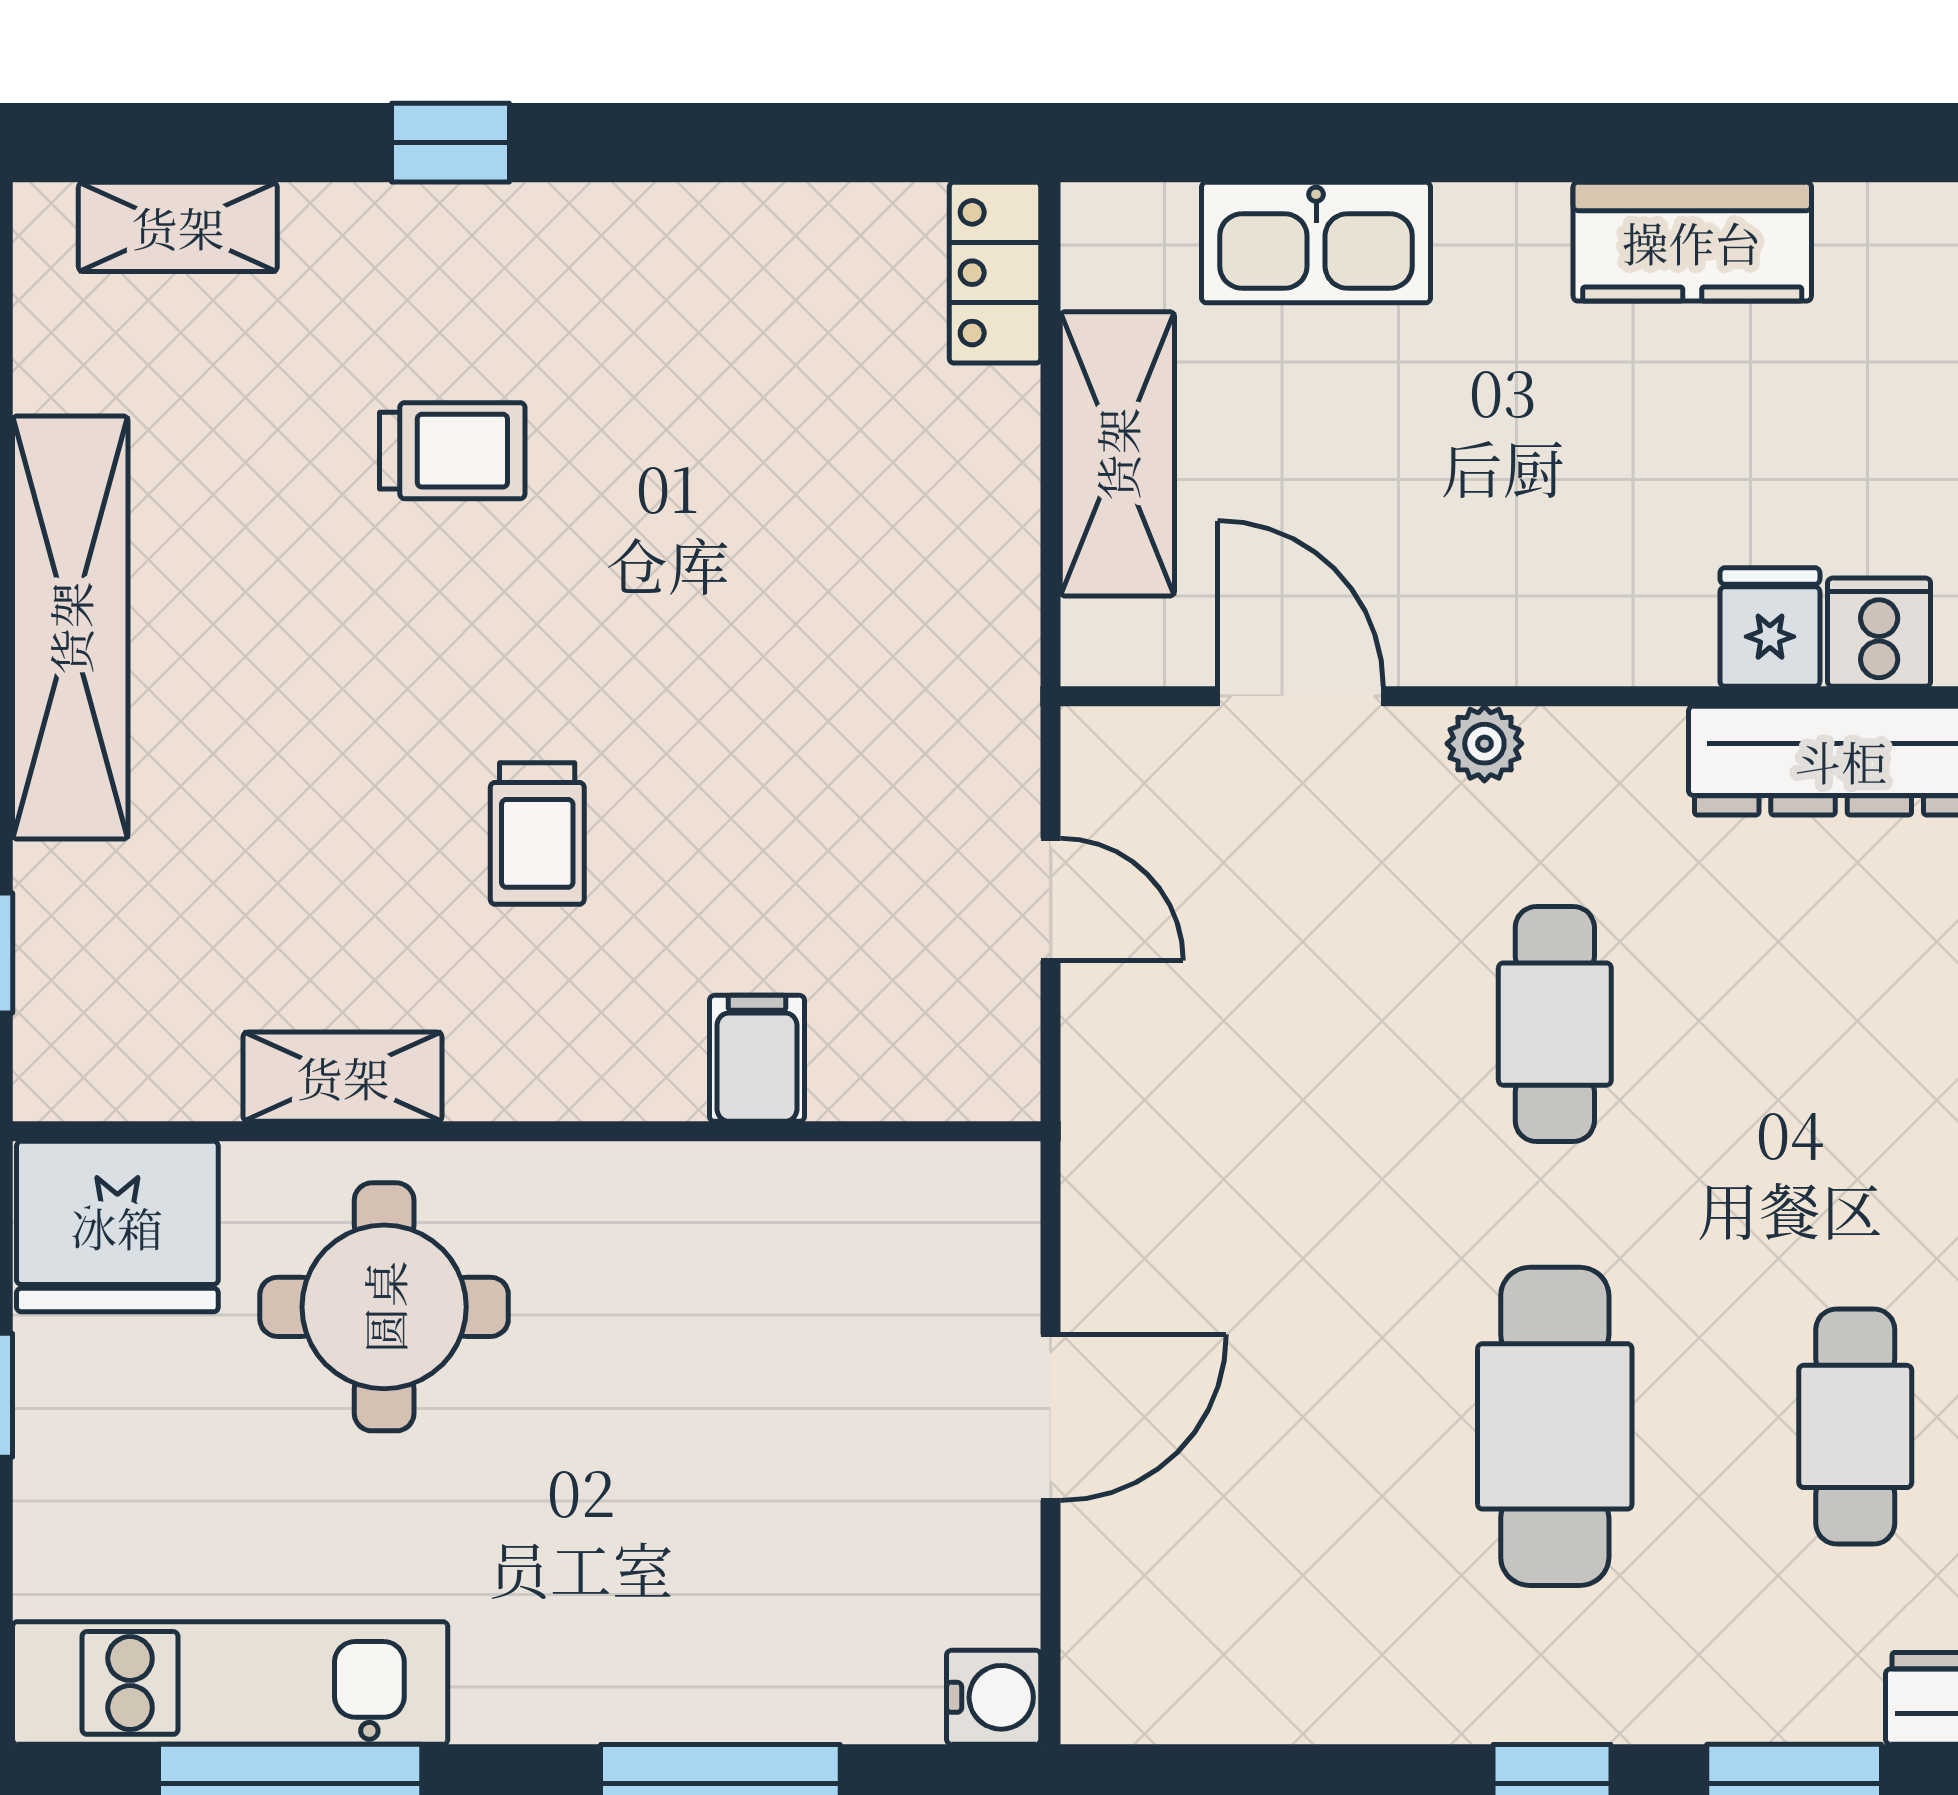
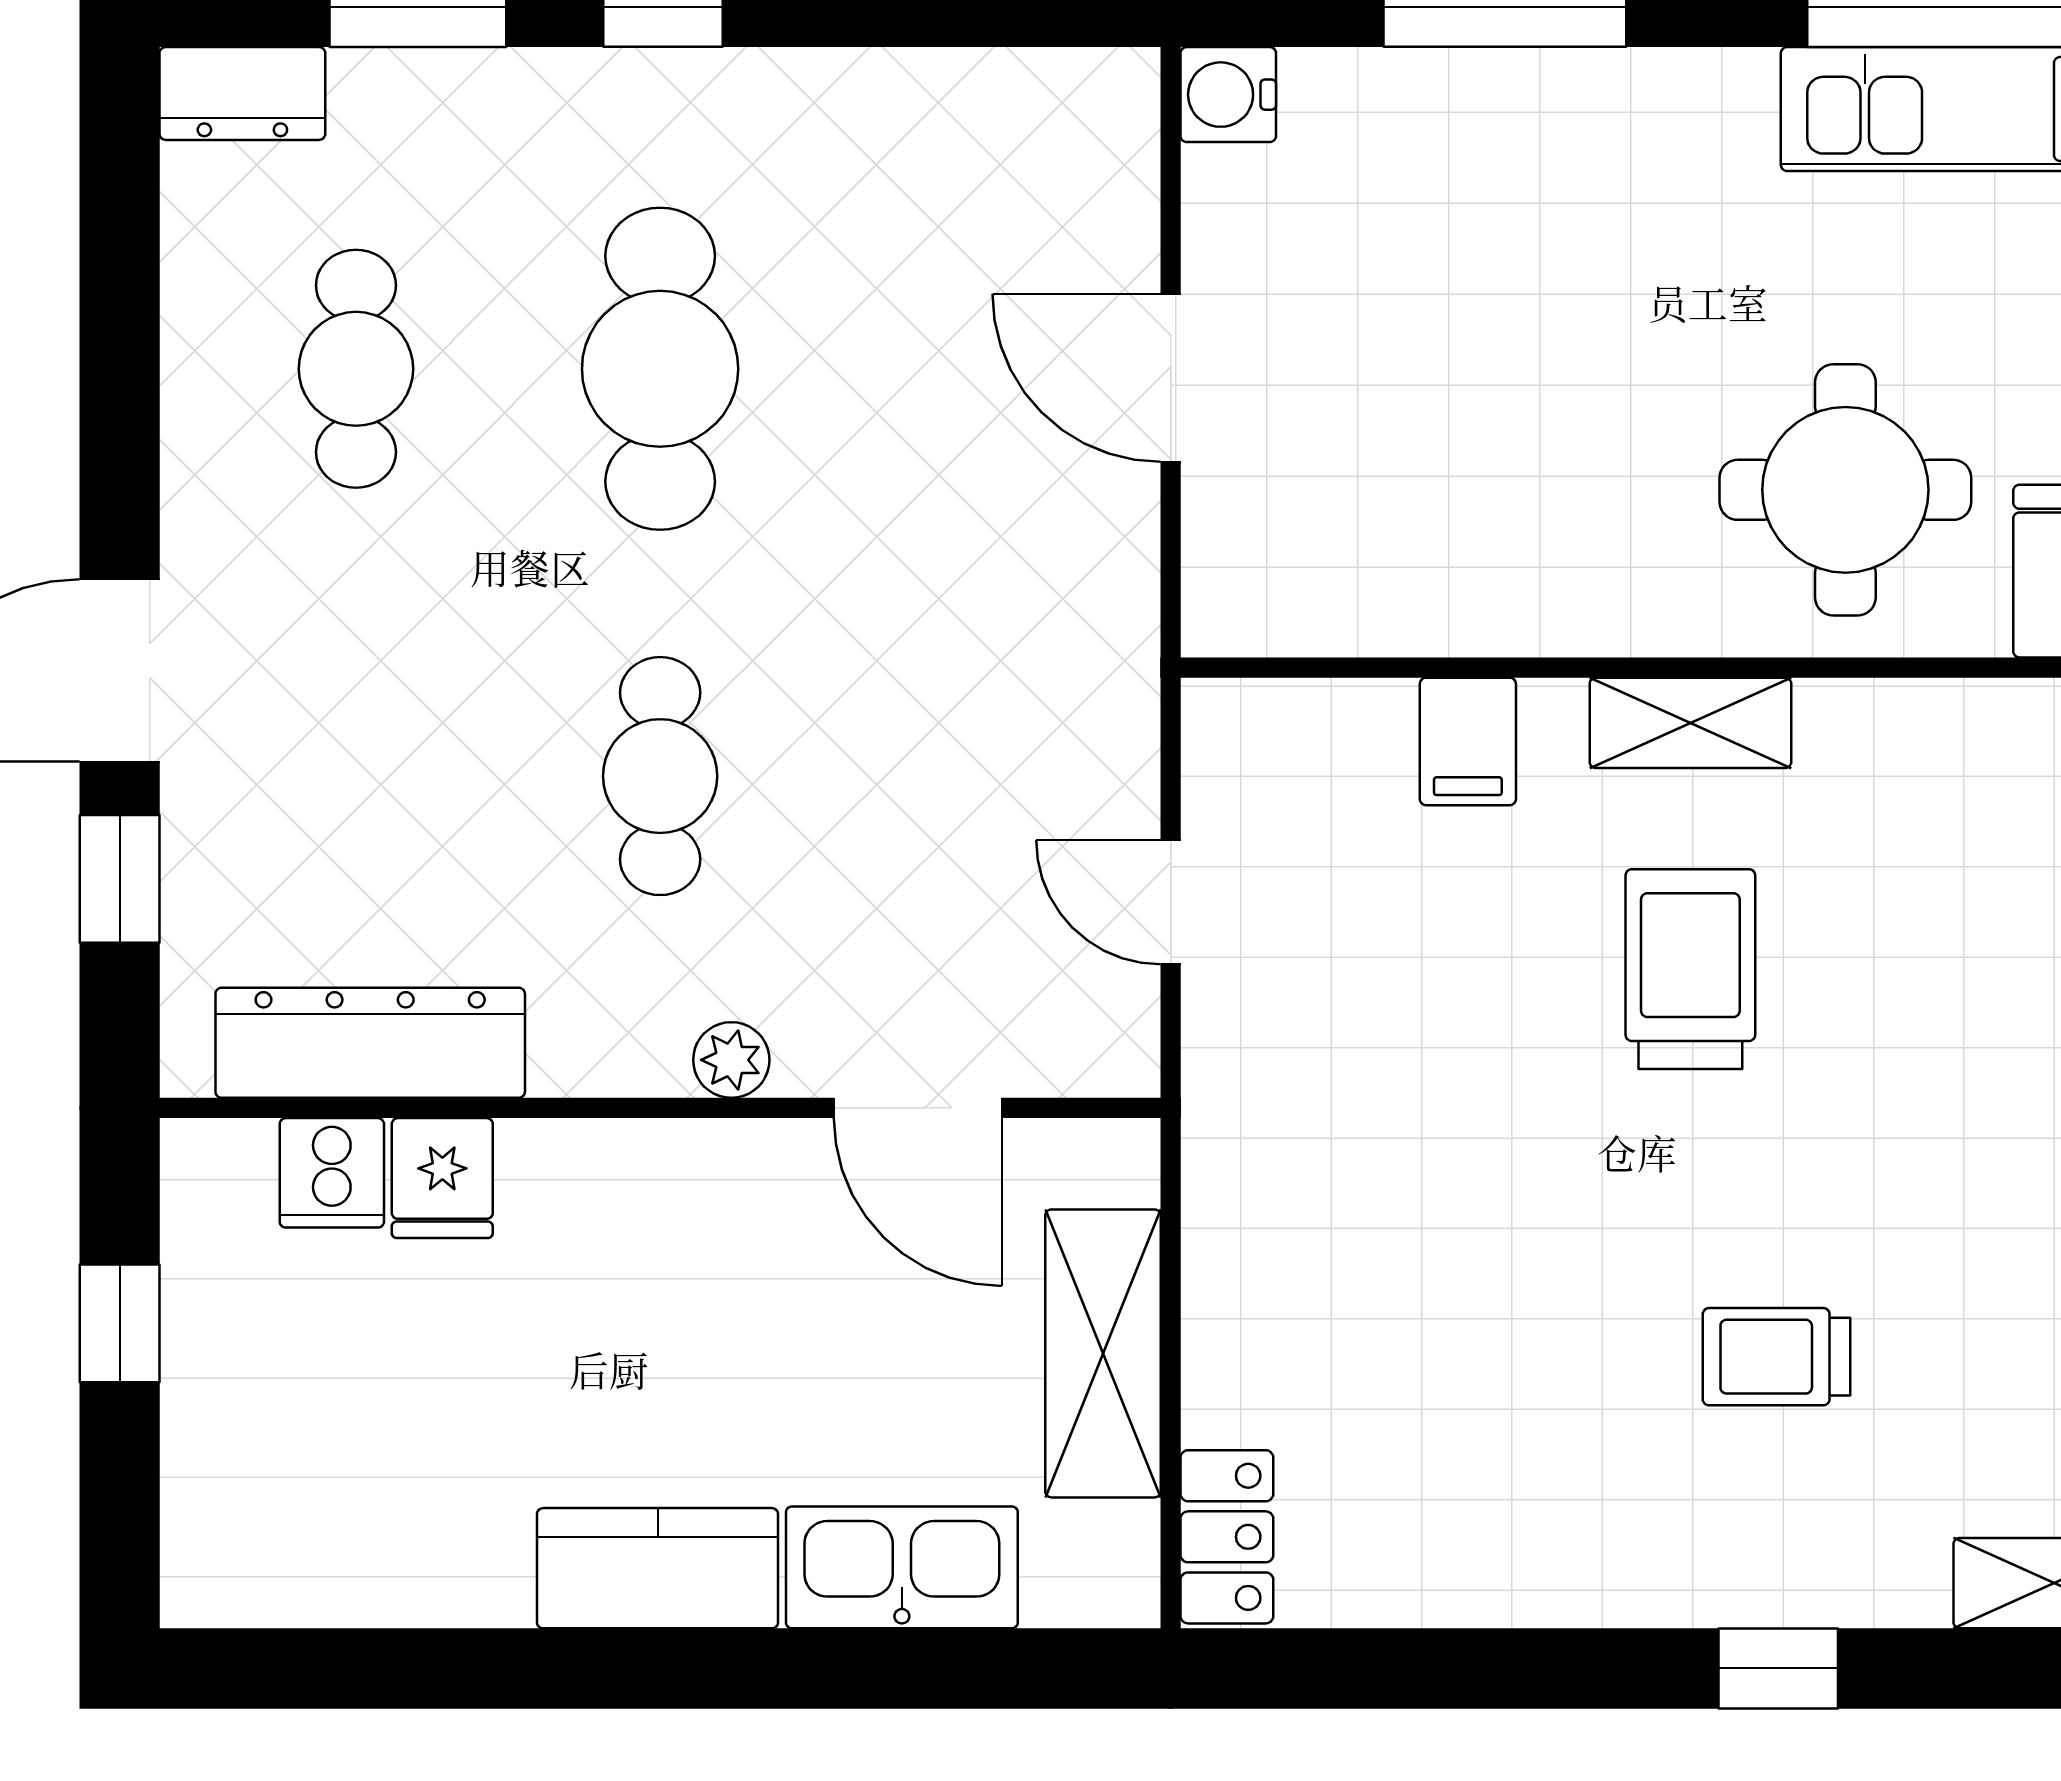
kitchen counter: (1692, 242) -> (658, 1568), moved
trolley: (537, 833) -> (1690, 969), width x1.36, depth x1.39
shelving: (343, 1077) -> (1690, 723), moved
door: (1051, 1417) -> (1171, 378), hinge flipped

